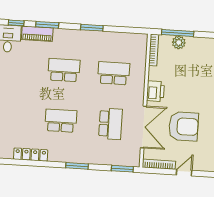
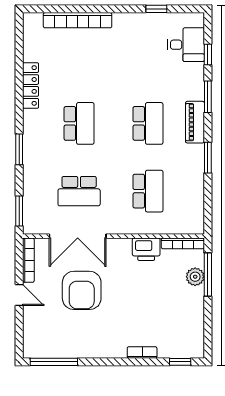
piano: (37, 34) -> (195, 122), moved
printer: (155, 91) -> (146, 249), moved

